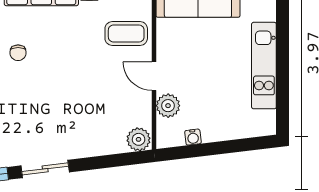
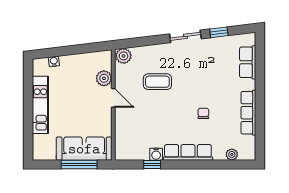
coffee table: (126, 33) -> (157, 82), moved
water cooler: (193, 137) -> (54, 61), moved

